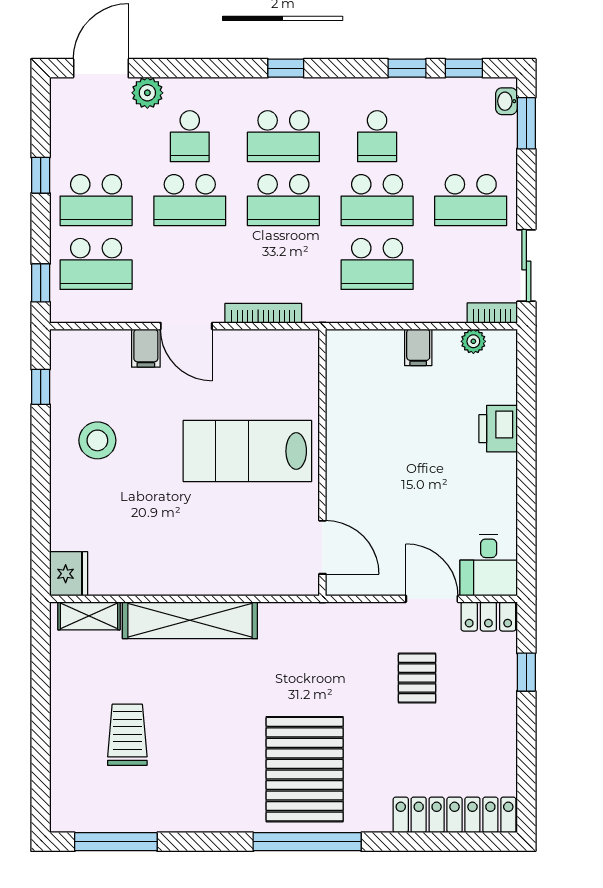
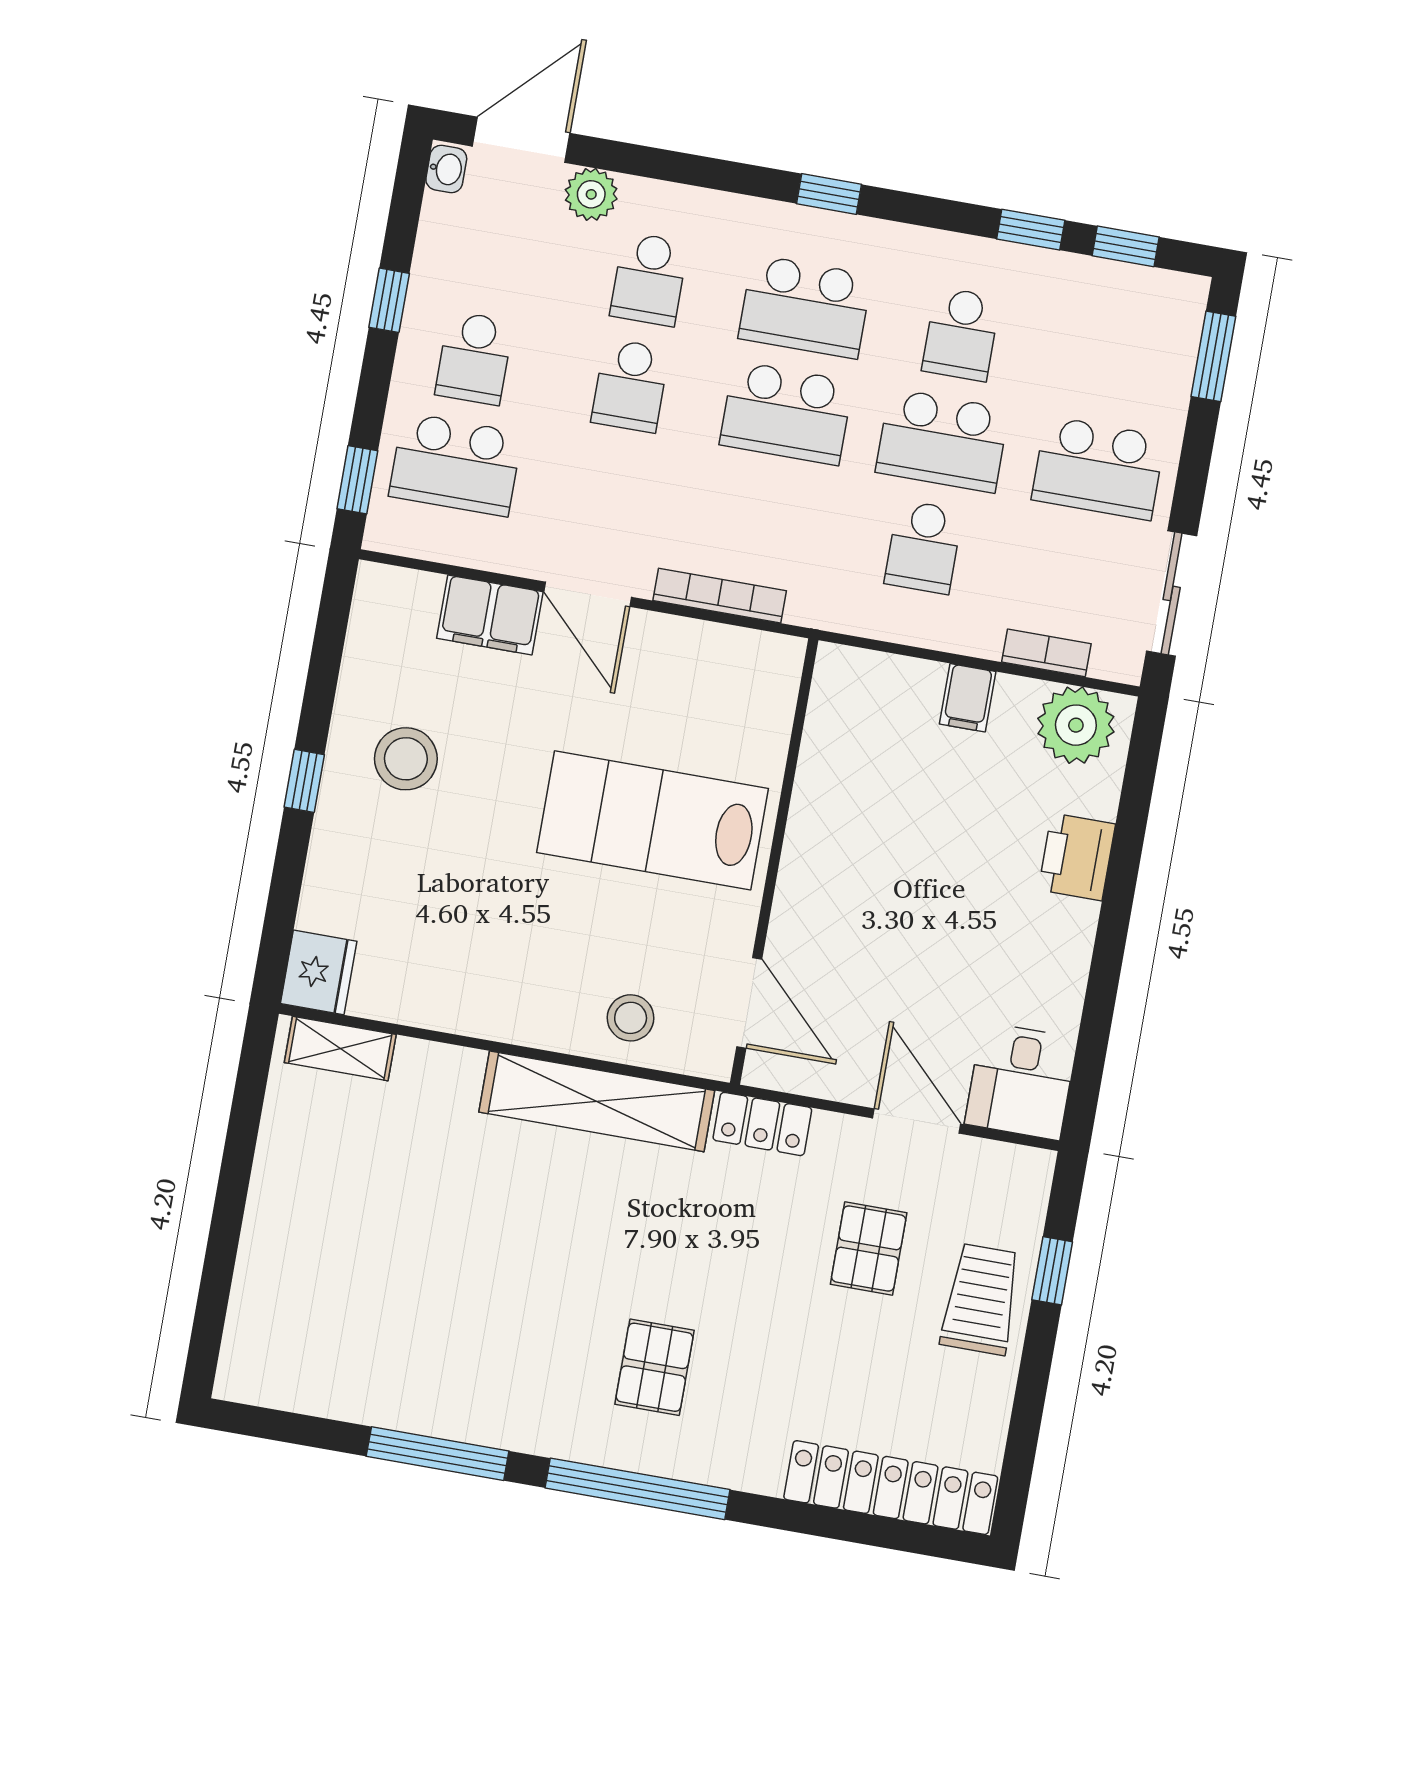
washbasin: (506, 101) -> (446, 169), moved, turned 180
school desk: (96, 200) -> (474, 358), width x0.54
school desk: (190, 200) -> (630, 386), width x0.54
school desk: (377, 264) -> (924, 547), width x0.54
bookcase: (492, 313) -> (1046, 653), moved
plant: (473, 341) -> (1076, 725), width x1.88, depth x1.88
filing cabinet: (146, 348) -> (490, 615), width x2.00
window: (41, 387) -> (304, 781), moved
stool: (255, 568) -> (631, 1018), added
locker: (488, 616) -> (762, 1124), moved
shelving: (190, 620) -> (597, 1101), moved
trolley: (127, 735) -> (981, 1299), moved
pallet: (305, 769) -> (655, 1367), width x0.49, depth x0.50
window: (116, 842) -> (438, 1454), moved

